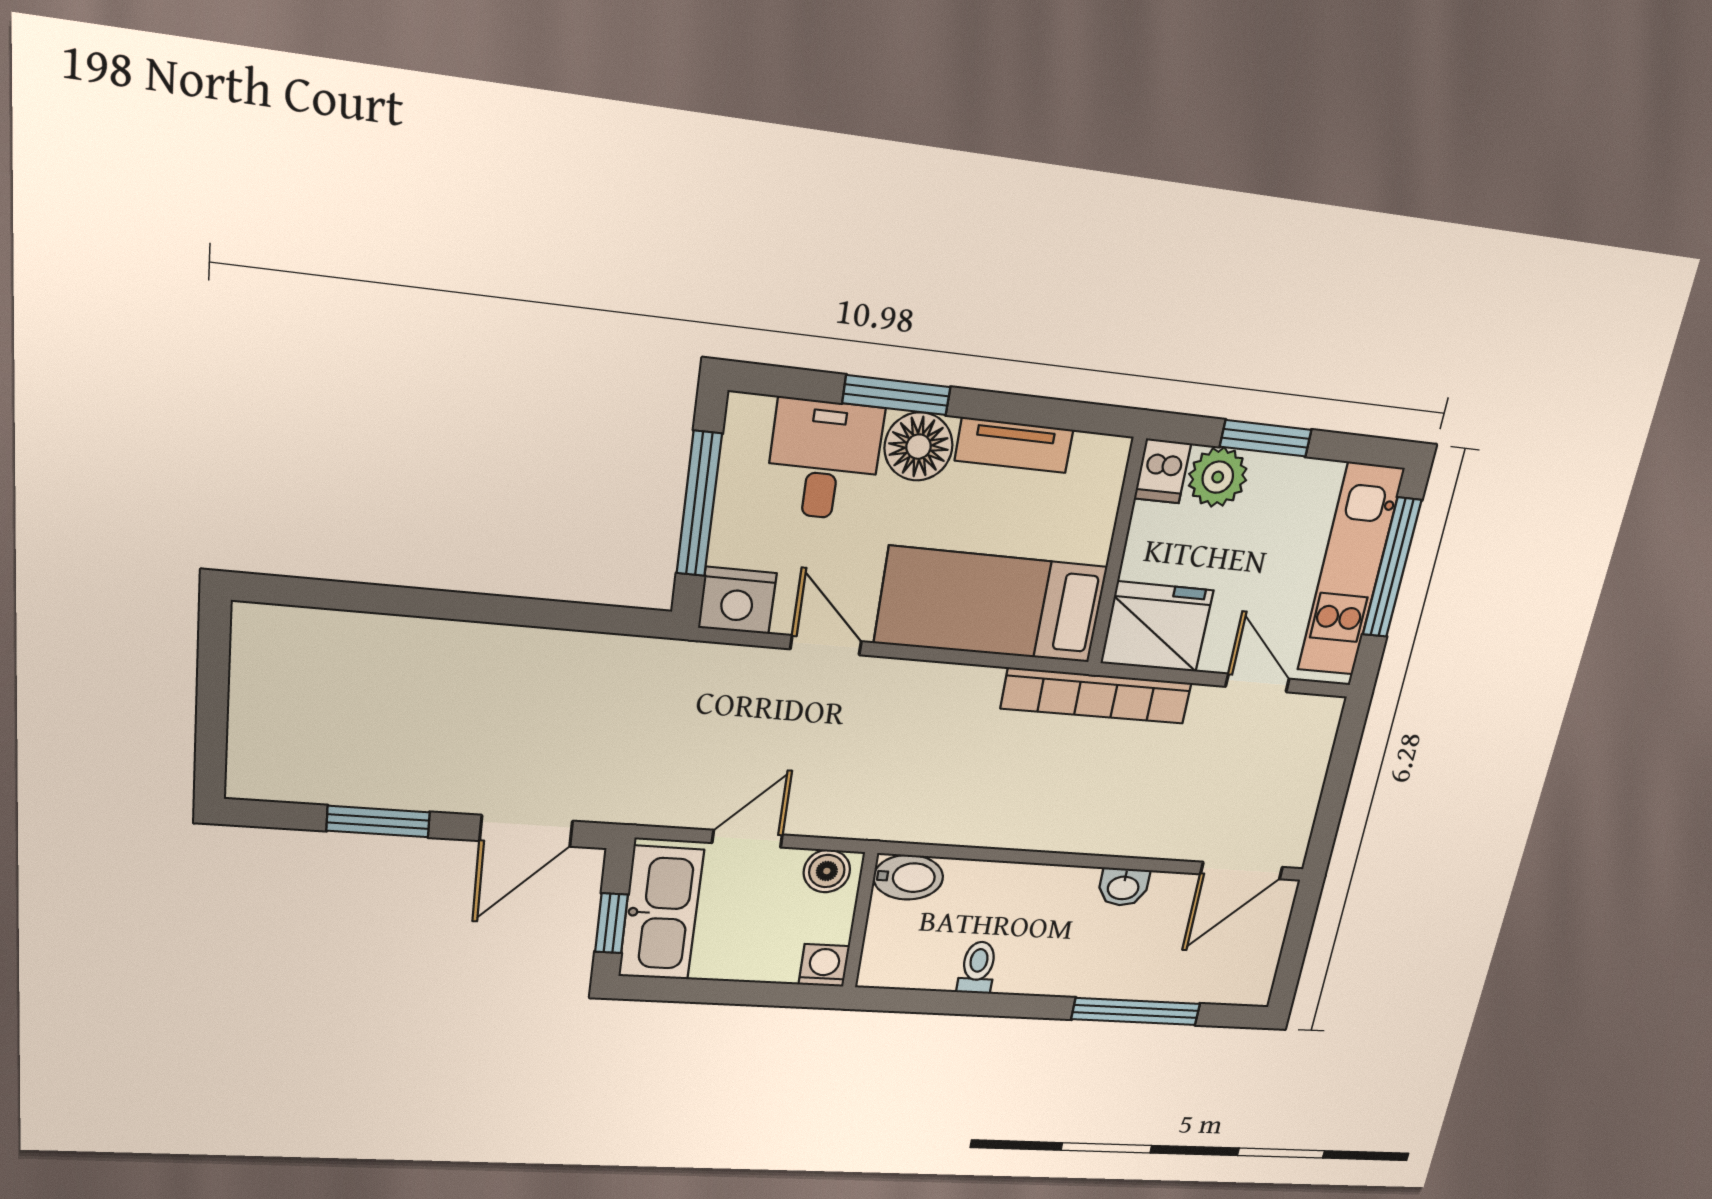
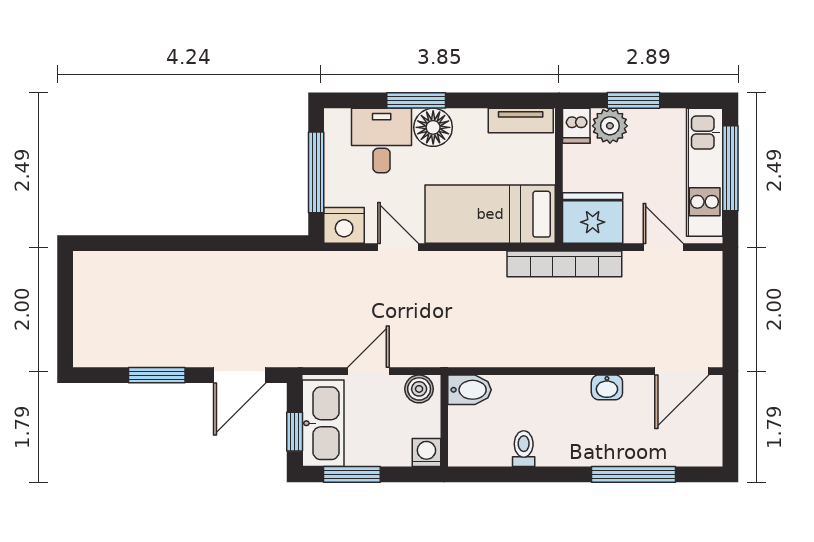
tv unit: (1014, 445) -> (521, 121), moved
window: (699, 991) -> (352, 474), added

